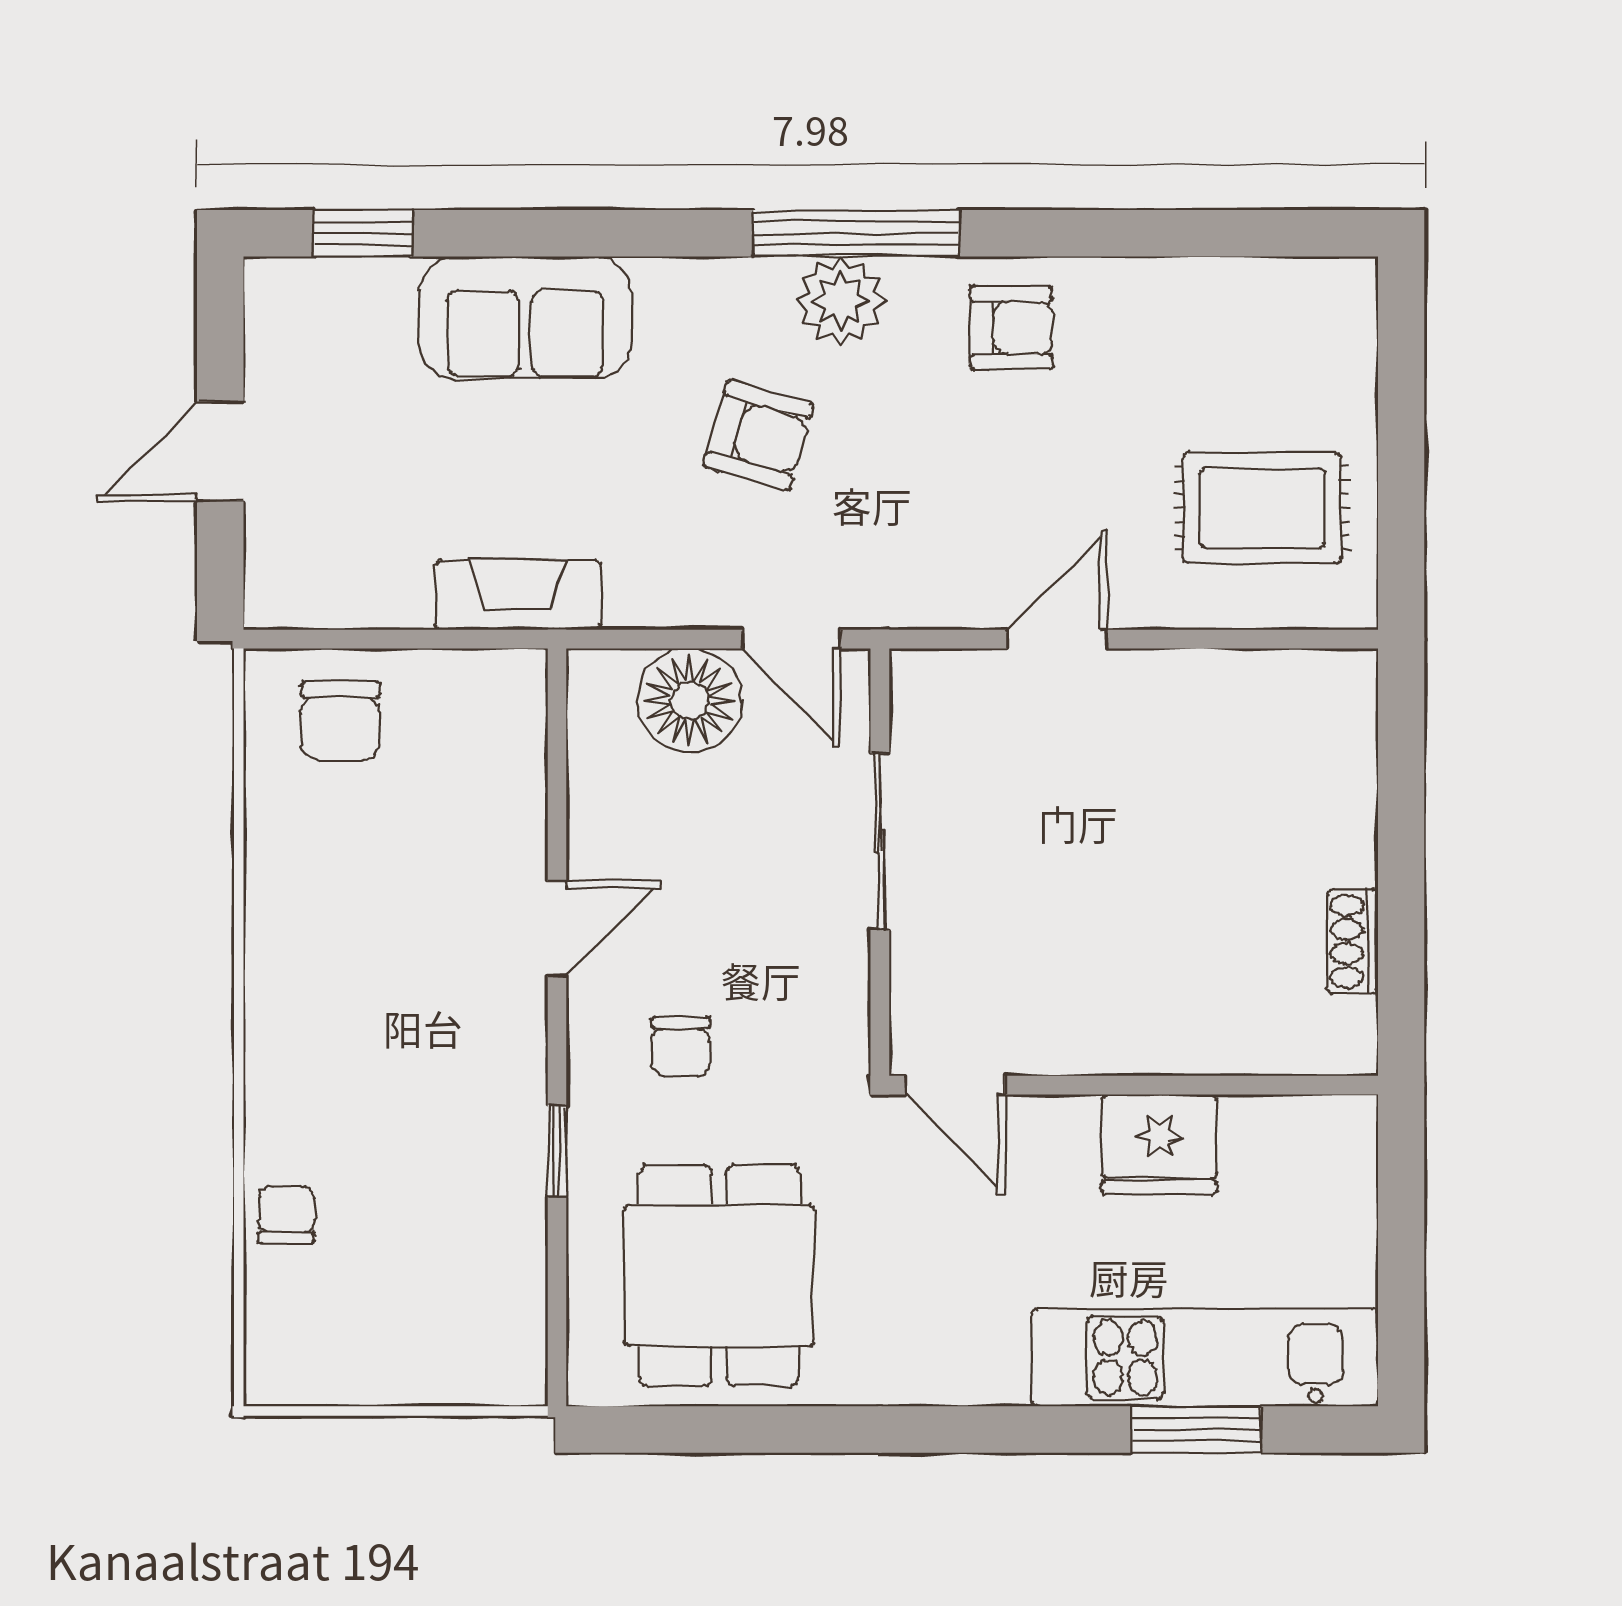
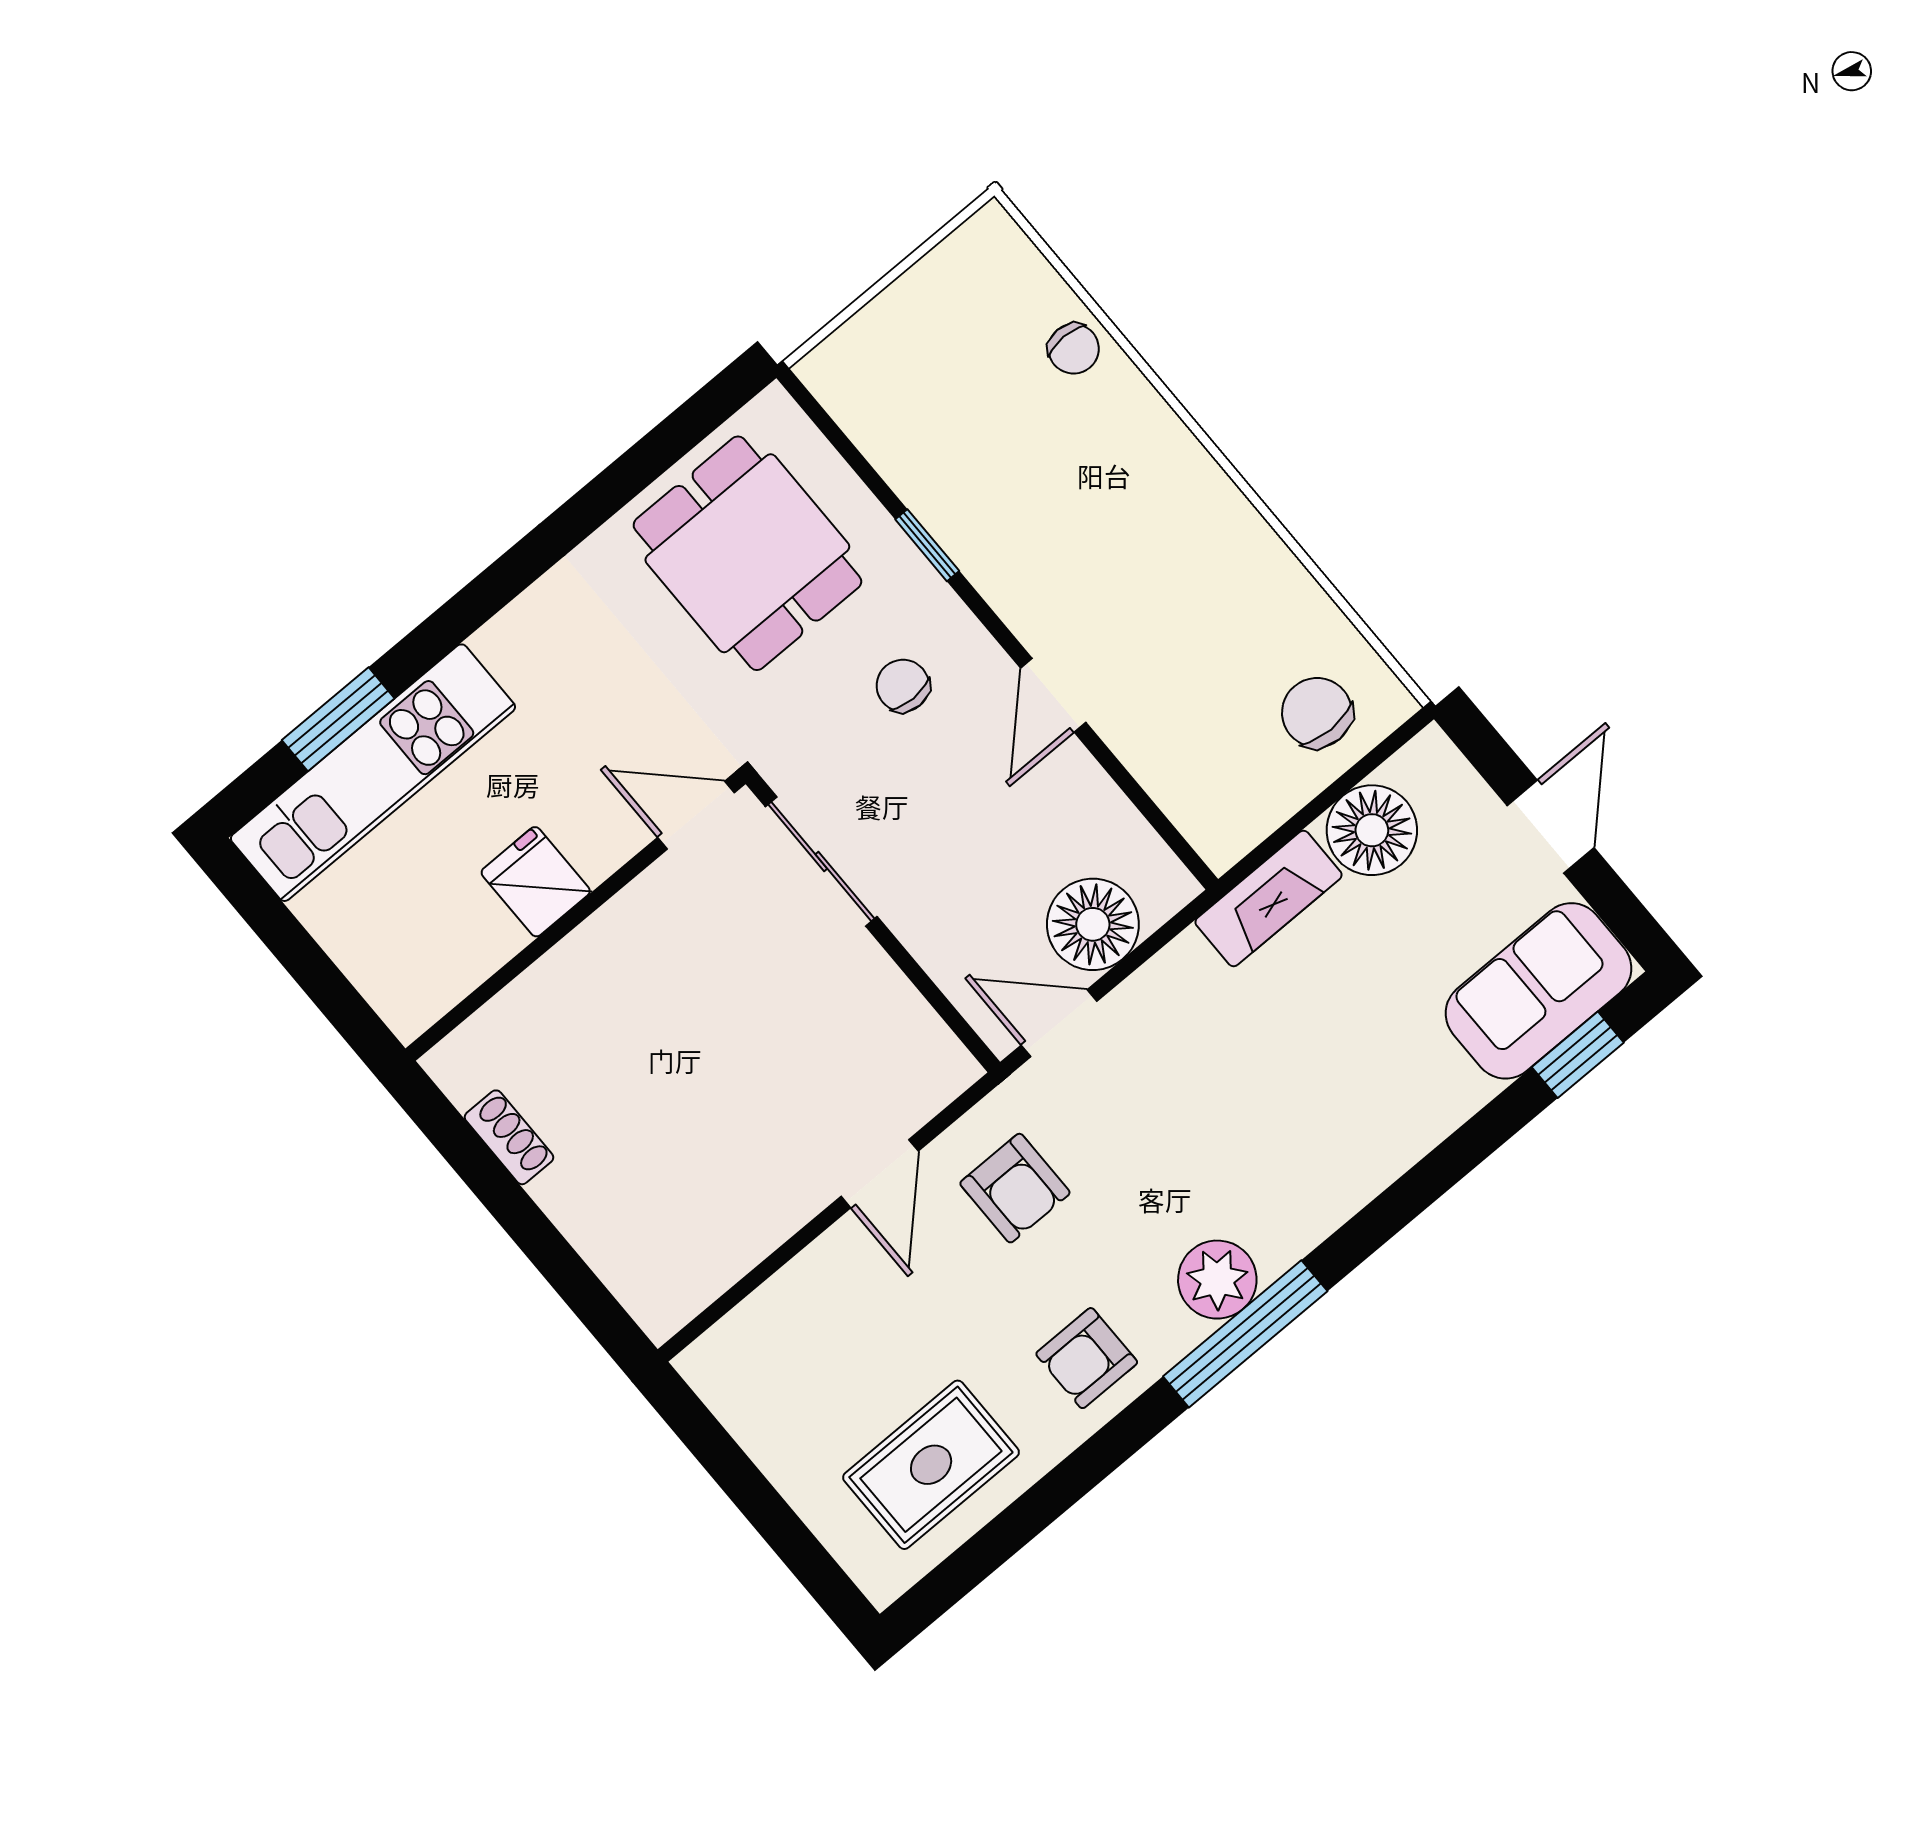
sofa: (525, 318) -> (1538, 991), moved
armchair: (758, 435) -> (1015, 1188), moved, turned -106
rug: (1262, 508) -> (931, 1465), moved
floor lamp: (378, 579) -> (1372, 830), added
sliding door: (880, 842) -> (821, 861), moved
fridge: (1159, 1144) -> (536, 882), width x0.72

